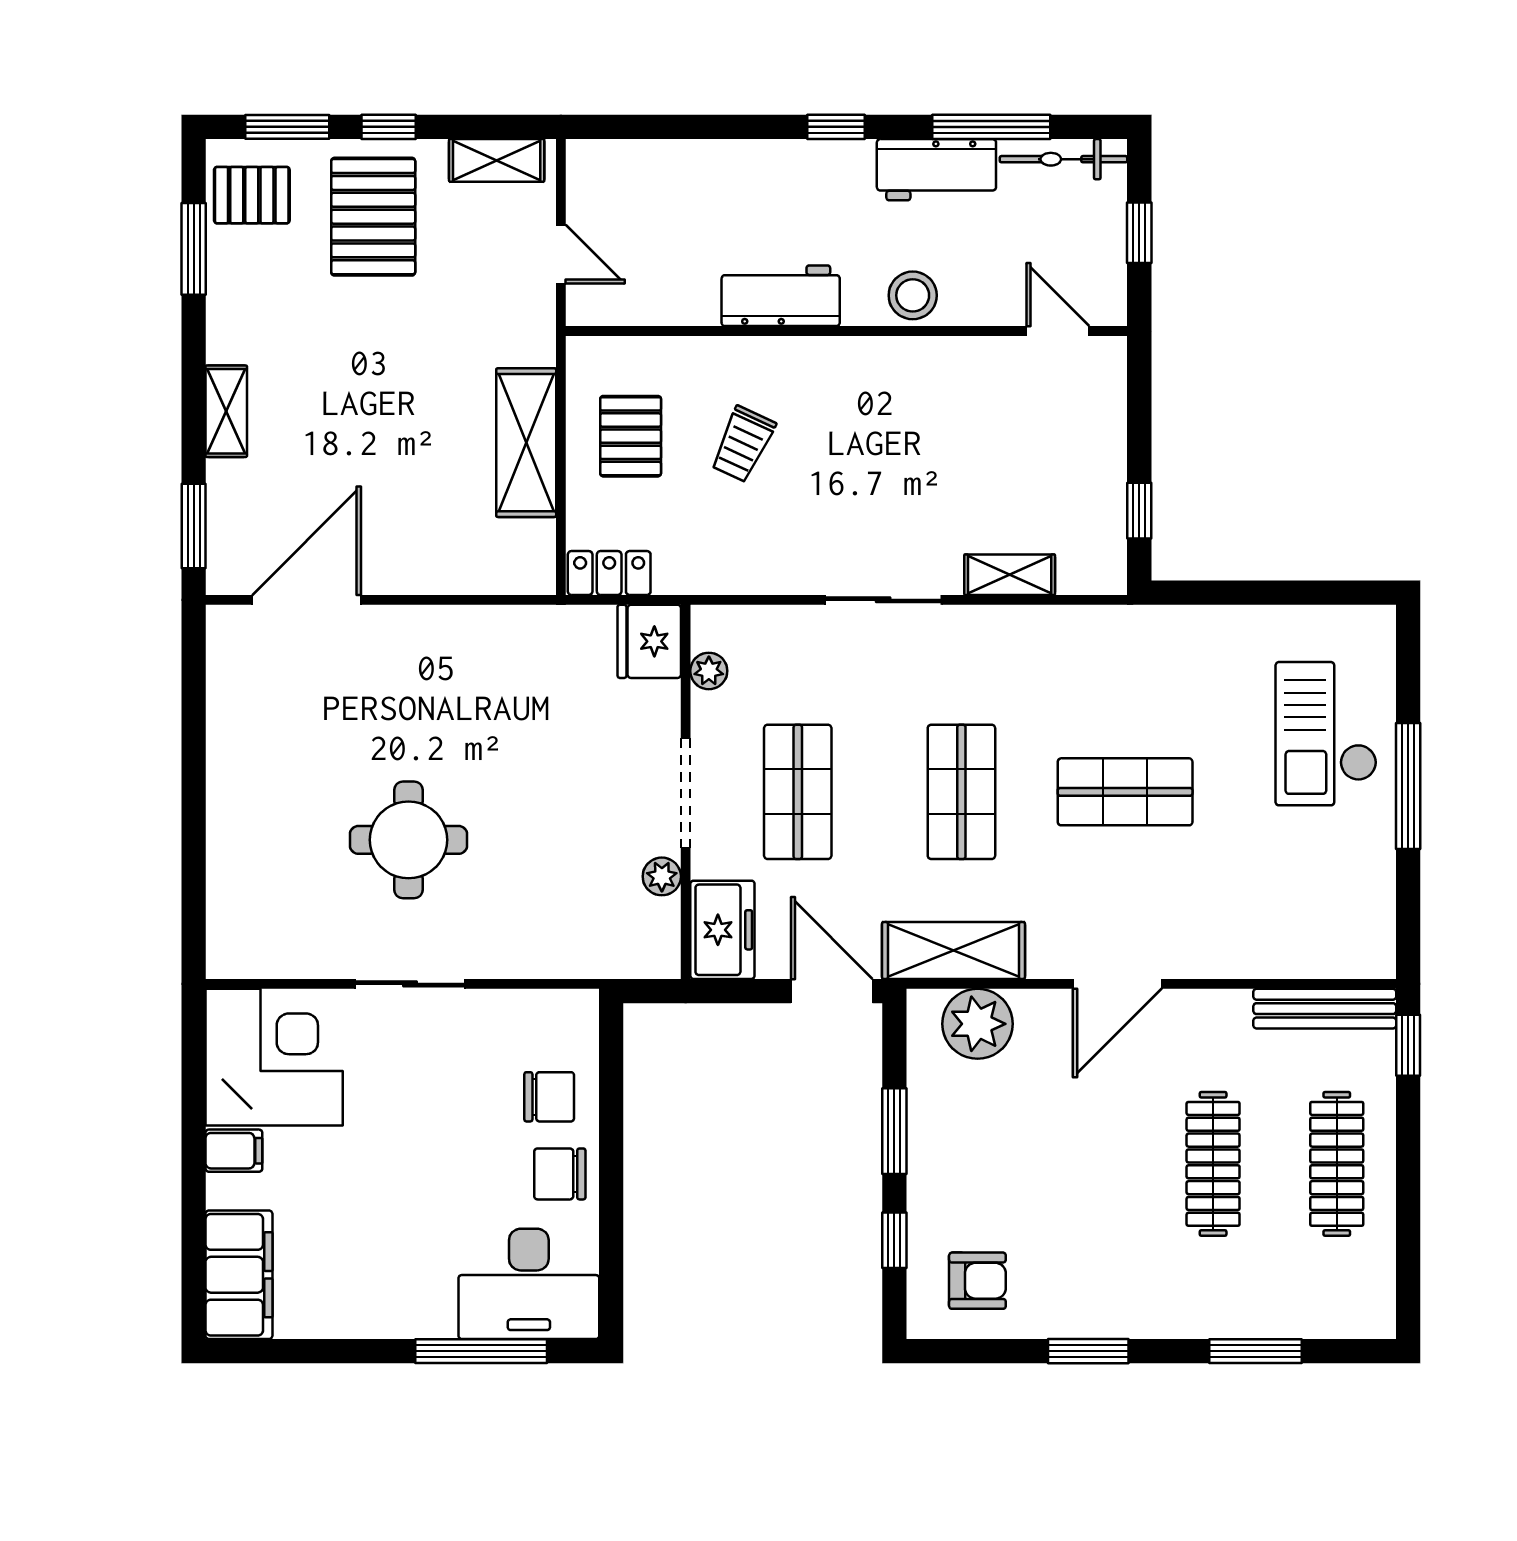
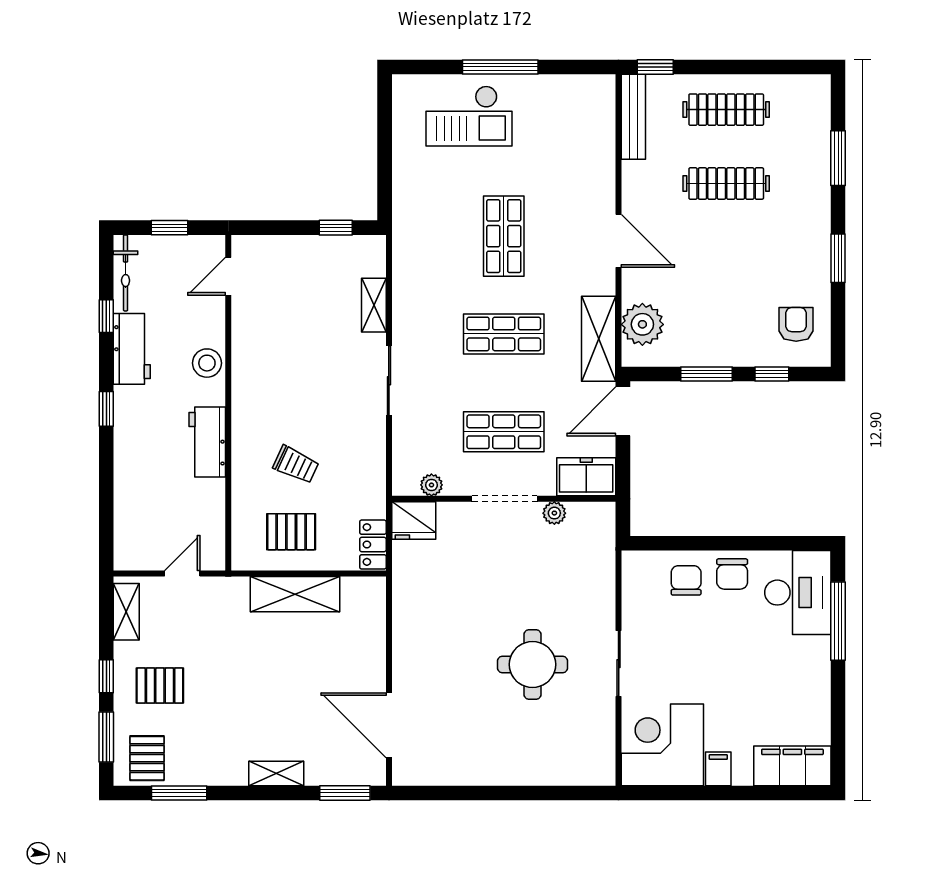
window: (991, 127) -> (106, 316), width x0.46
pallet: (373, 217) -> (160, 686), width x0.67, depth x0.71

